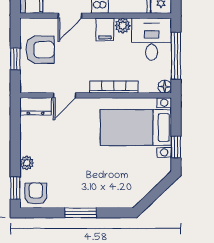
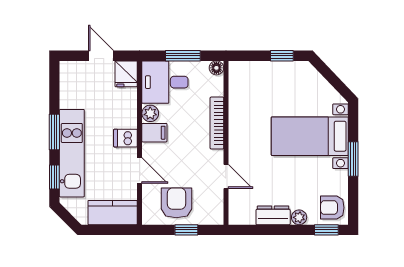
window: (176, 56) -> (183, 56), width x0.69
dresser: (35, 106) -> (273, 215), moved, turned -90
bed with nightstands: (136, 128) -> (310, 136), moved, turned 90

